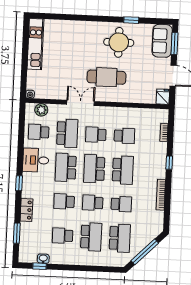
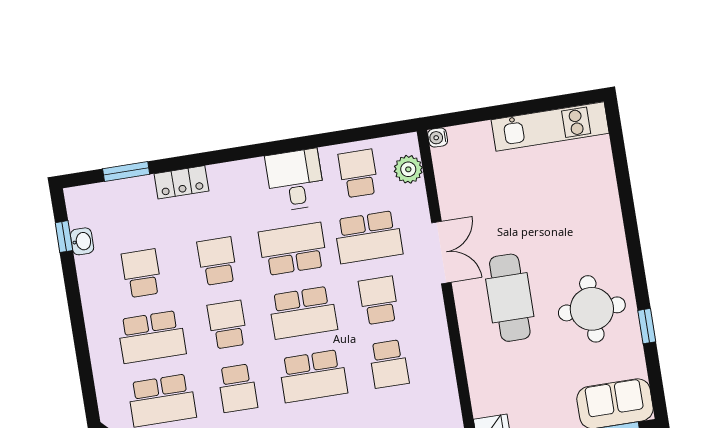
school desk: (94, 169) -> (303, 313), turned 180
window: (19, 183) -> (237, 154), removed

